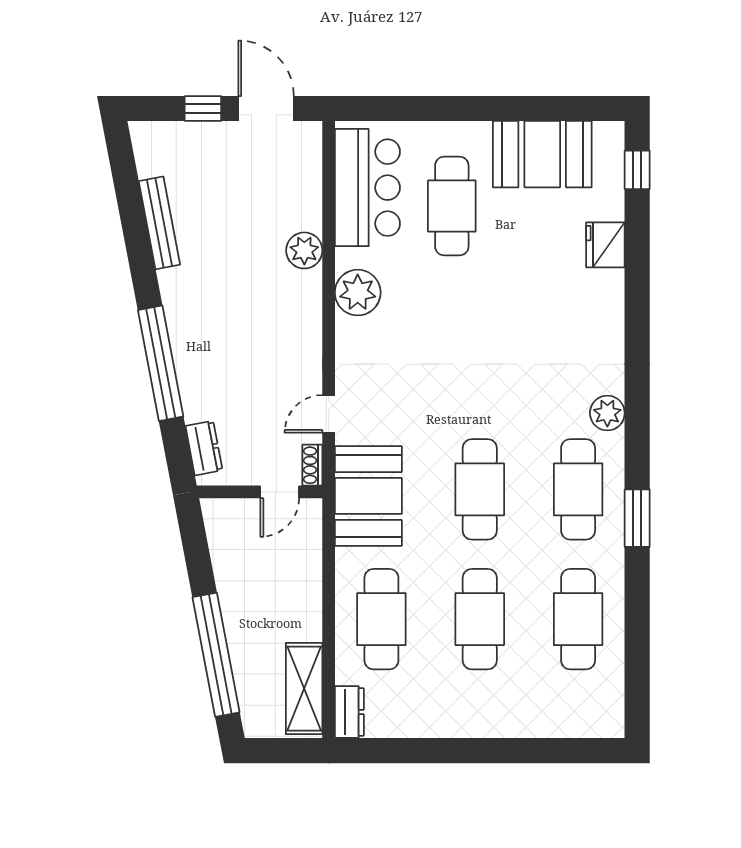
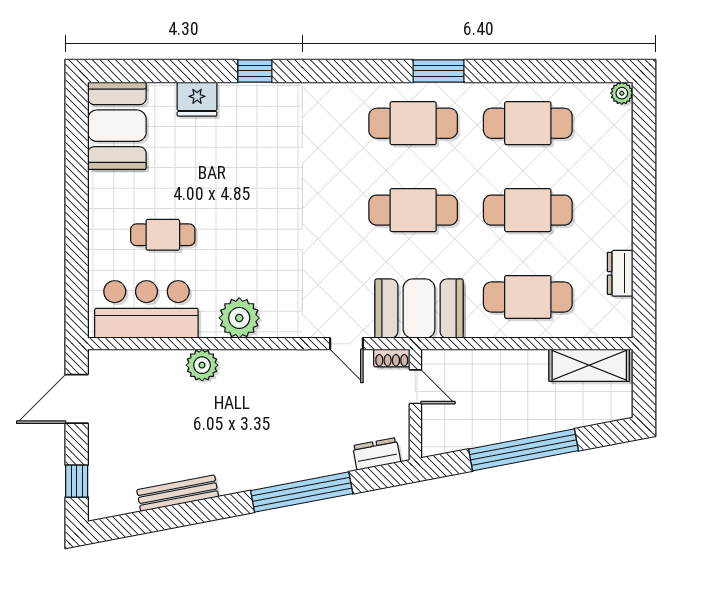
window: (203, 108) -> (77, 481), moved
booth: (542, 154) -> (117, 126), moved
window: (637, 170) -> (255, 71), moved
cafe table: (452, 206) -> (163, 235), width x0.73, depth x0.74
plant: (607, 413) -> (622, 93), moved, width x0.73, depth x0.73
window: (216, 655) -> (524, 450), moved
dresser: (349, 712) -> (620, 273), moved, turned -90

